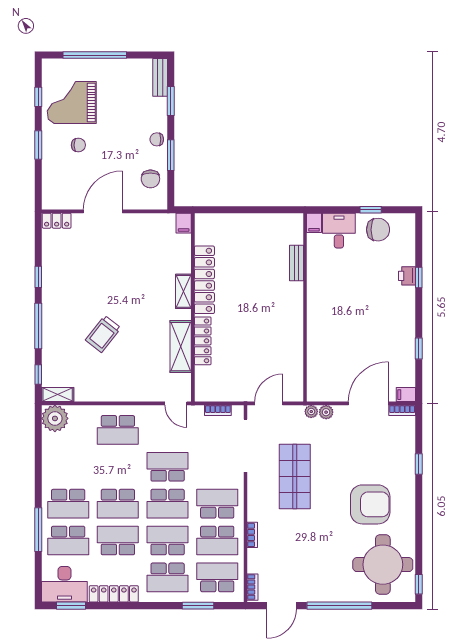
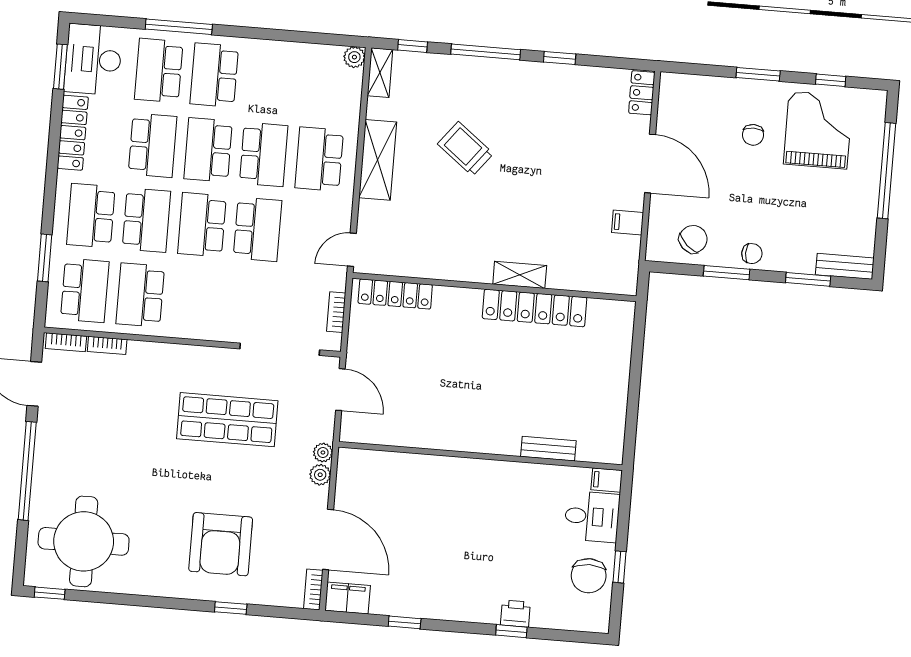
chair: (157, 139) -> (752, 254), turned 90
chair: (150, 179) -> (693, 239), turned 133
filing cabinet: (184, 223) -> (628, 222), moved
locker: (203, 341) -> (395, 294), moved
shelving: (181, 347) -> (378, 160), moved, turned 90
filing cabinet: (406, 395) -> (348, 598), width x2.00
plant: (55, 418) -> (354, 57), width x0.53, depth x0.53
school desk: (217, 504) -> (264, 154), moved
armchair: (370, 504) -> (221, 544), moved
bookcase: (252, 535) -> (107, 345), moved

